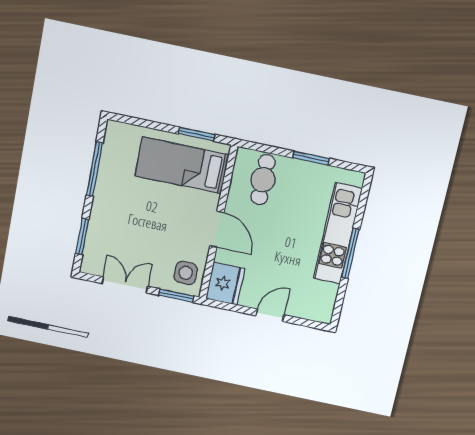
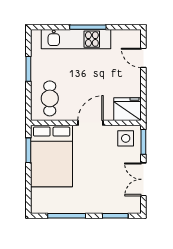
bed: (182, 165) -> (52, 156), width x1.50
cafe table: (263, 180) -> (50, 98), turned 90
door: (270, 315) -> (143, 58), moved

